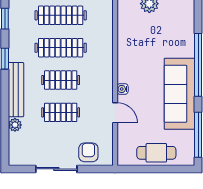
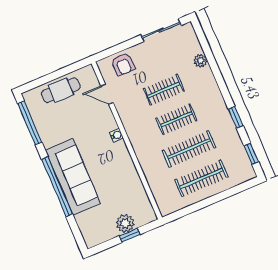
bench: (16, 90) -> (213, 93), removed
sofa: (179, 94) -> (73, 177), moved
door: (115, 113) -> (107, 94), moved
sliding door: (56, 169) -> (161, 30), moved

